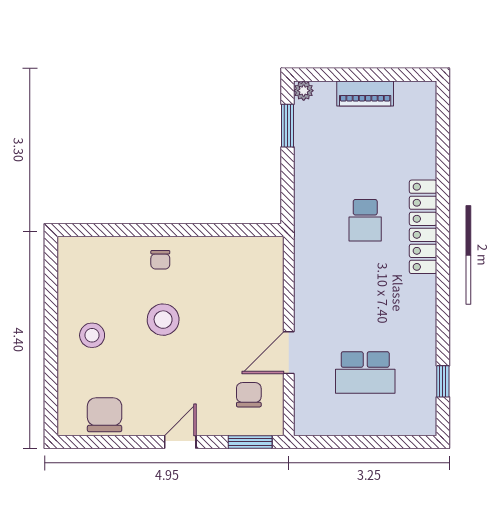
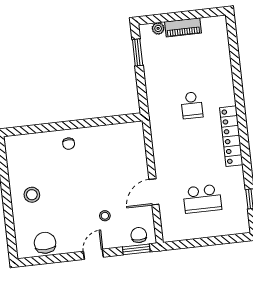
plant: (304, 91) -> (158, 28), moved
locker: (423, 227) -> (231, 136), moved
stool: (163, 320) -> (105, 216), moved, width x0.53, depth x0.53
chair: (249, 395) -> (139, 235), moved

